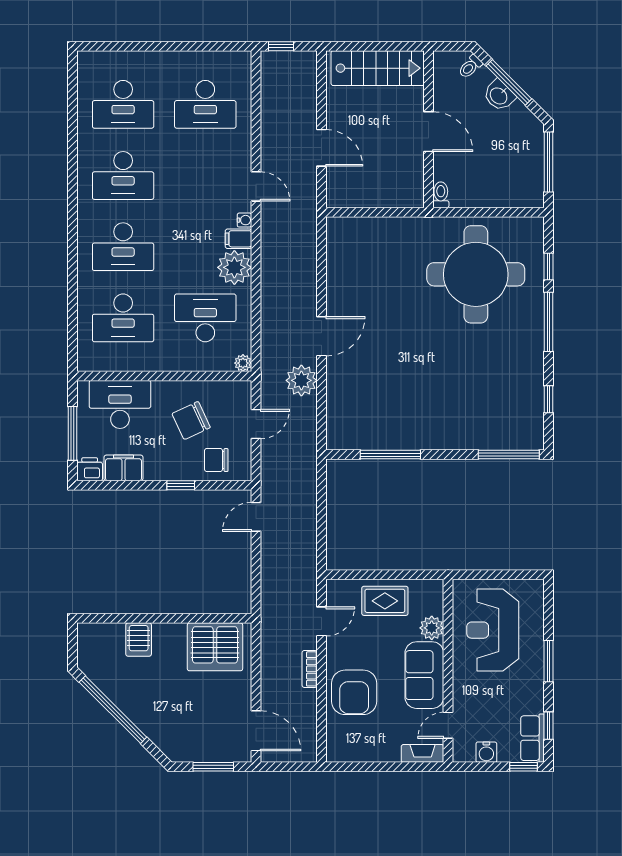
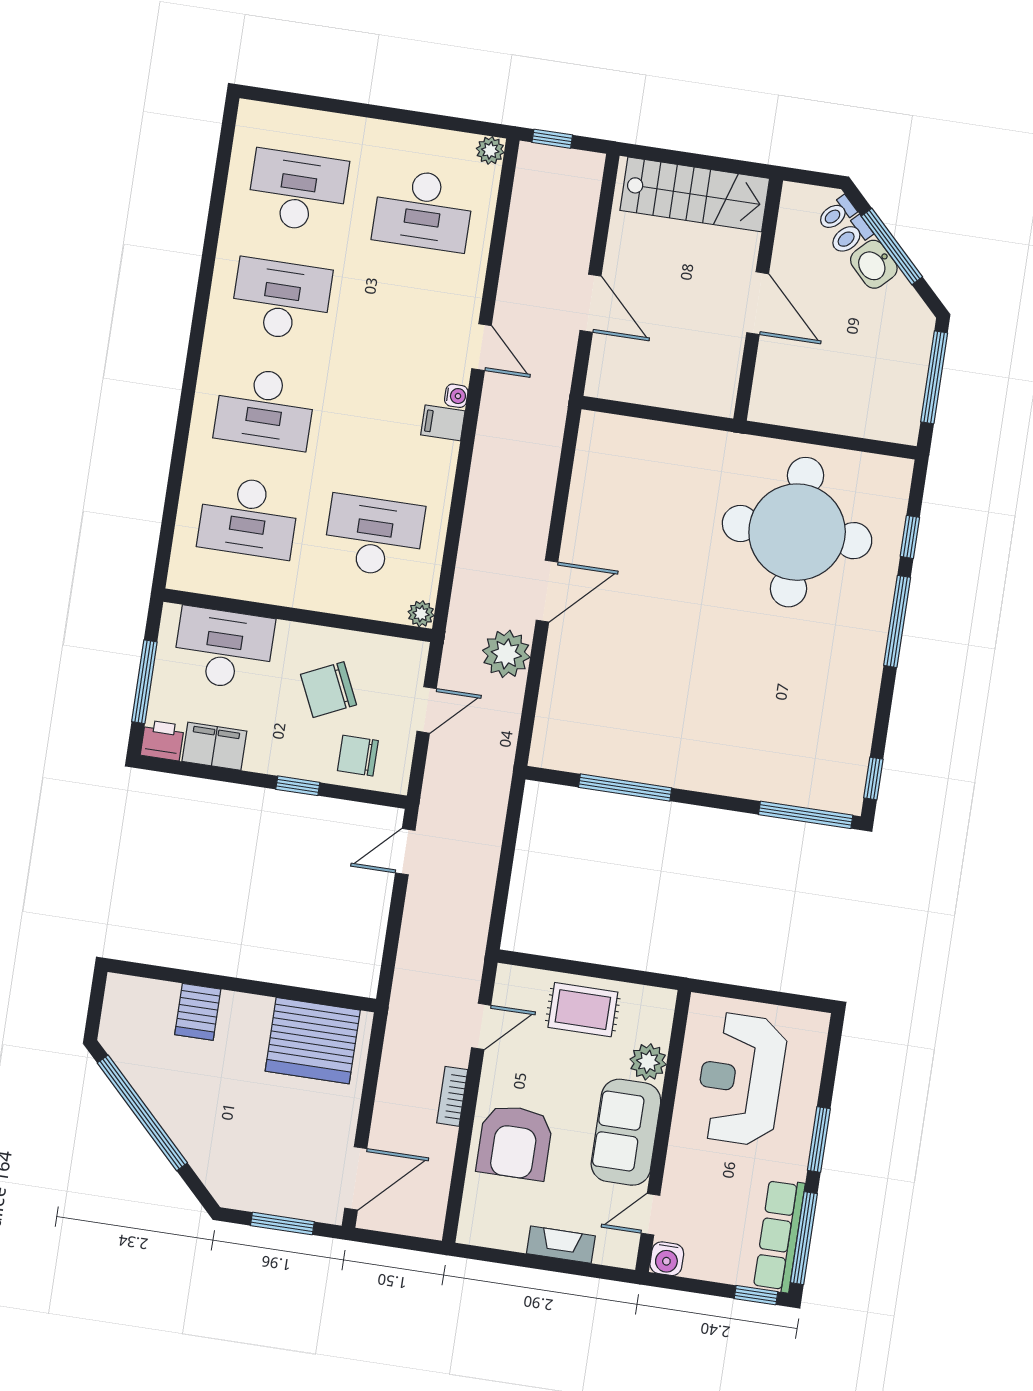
desk: (123, 104) -> (298, 191), turned 180
desk: (123, 175) -> (281, 300), turned 180
toilet: (441, 195) -> (851, 236), moved, turned -135
plant: (234, 267) -> (490, 150), moved, width x0.53, depth x0.53
window: (549, 399) -> (873, 779), moved
window: (549, 726) -> (804, 1238), width x2.17
door: (256, 731) -> (356, 1178), hinge flipped
row of seats: (533, 738) -> (779, 1236), width x1.48
water cooler: (486, 752) -> (667, 1259), moved
fireplace: (423, 753) -> (561, 1245), moved

